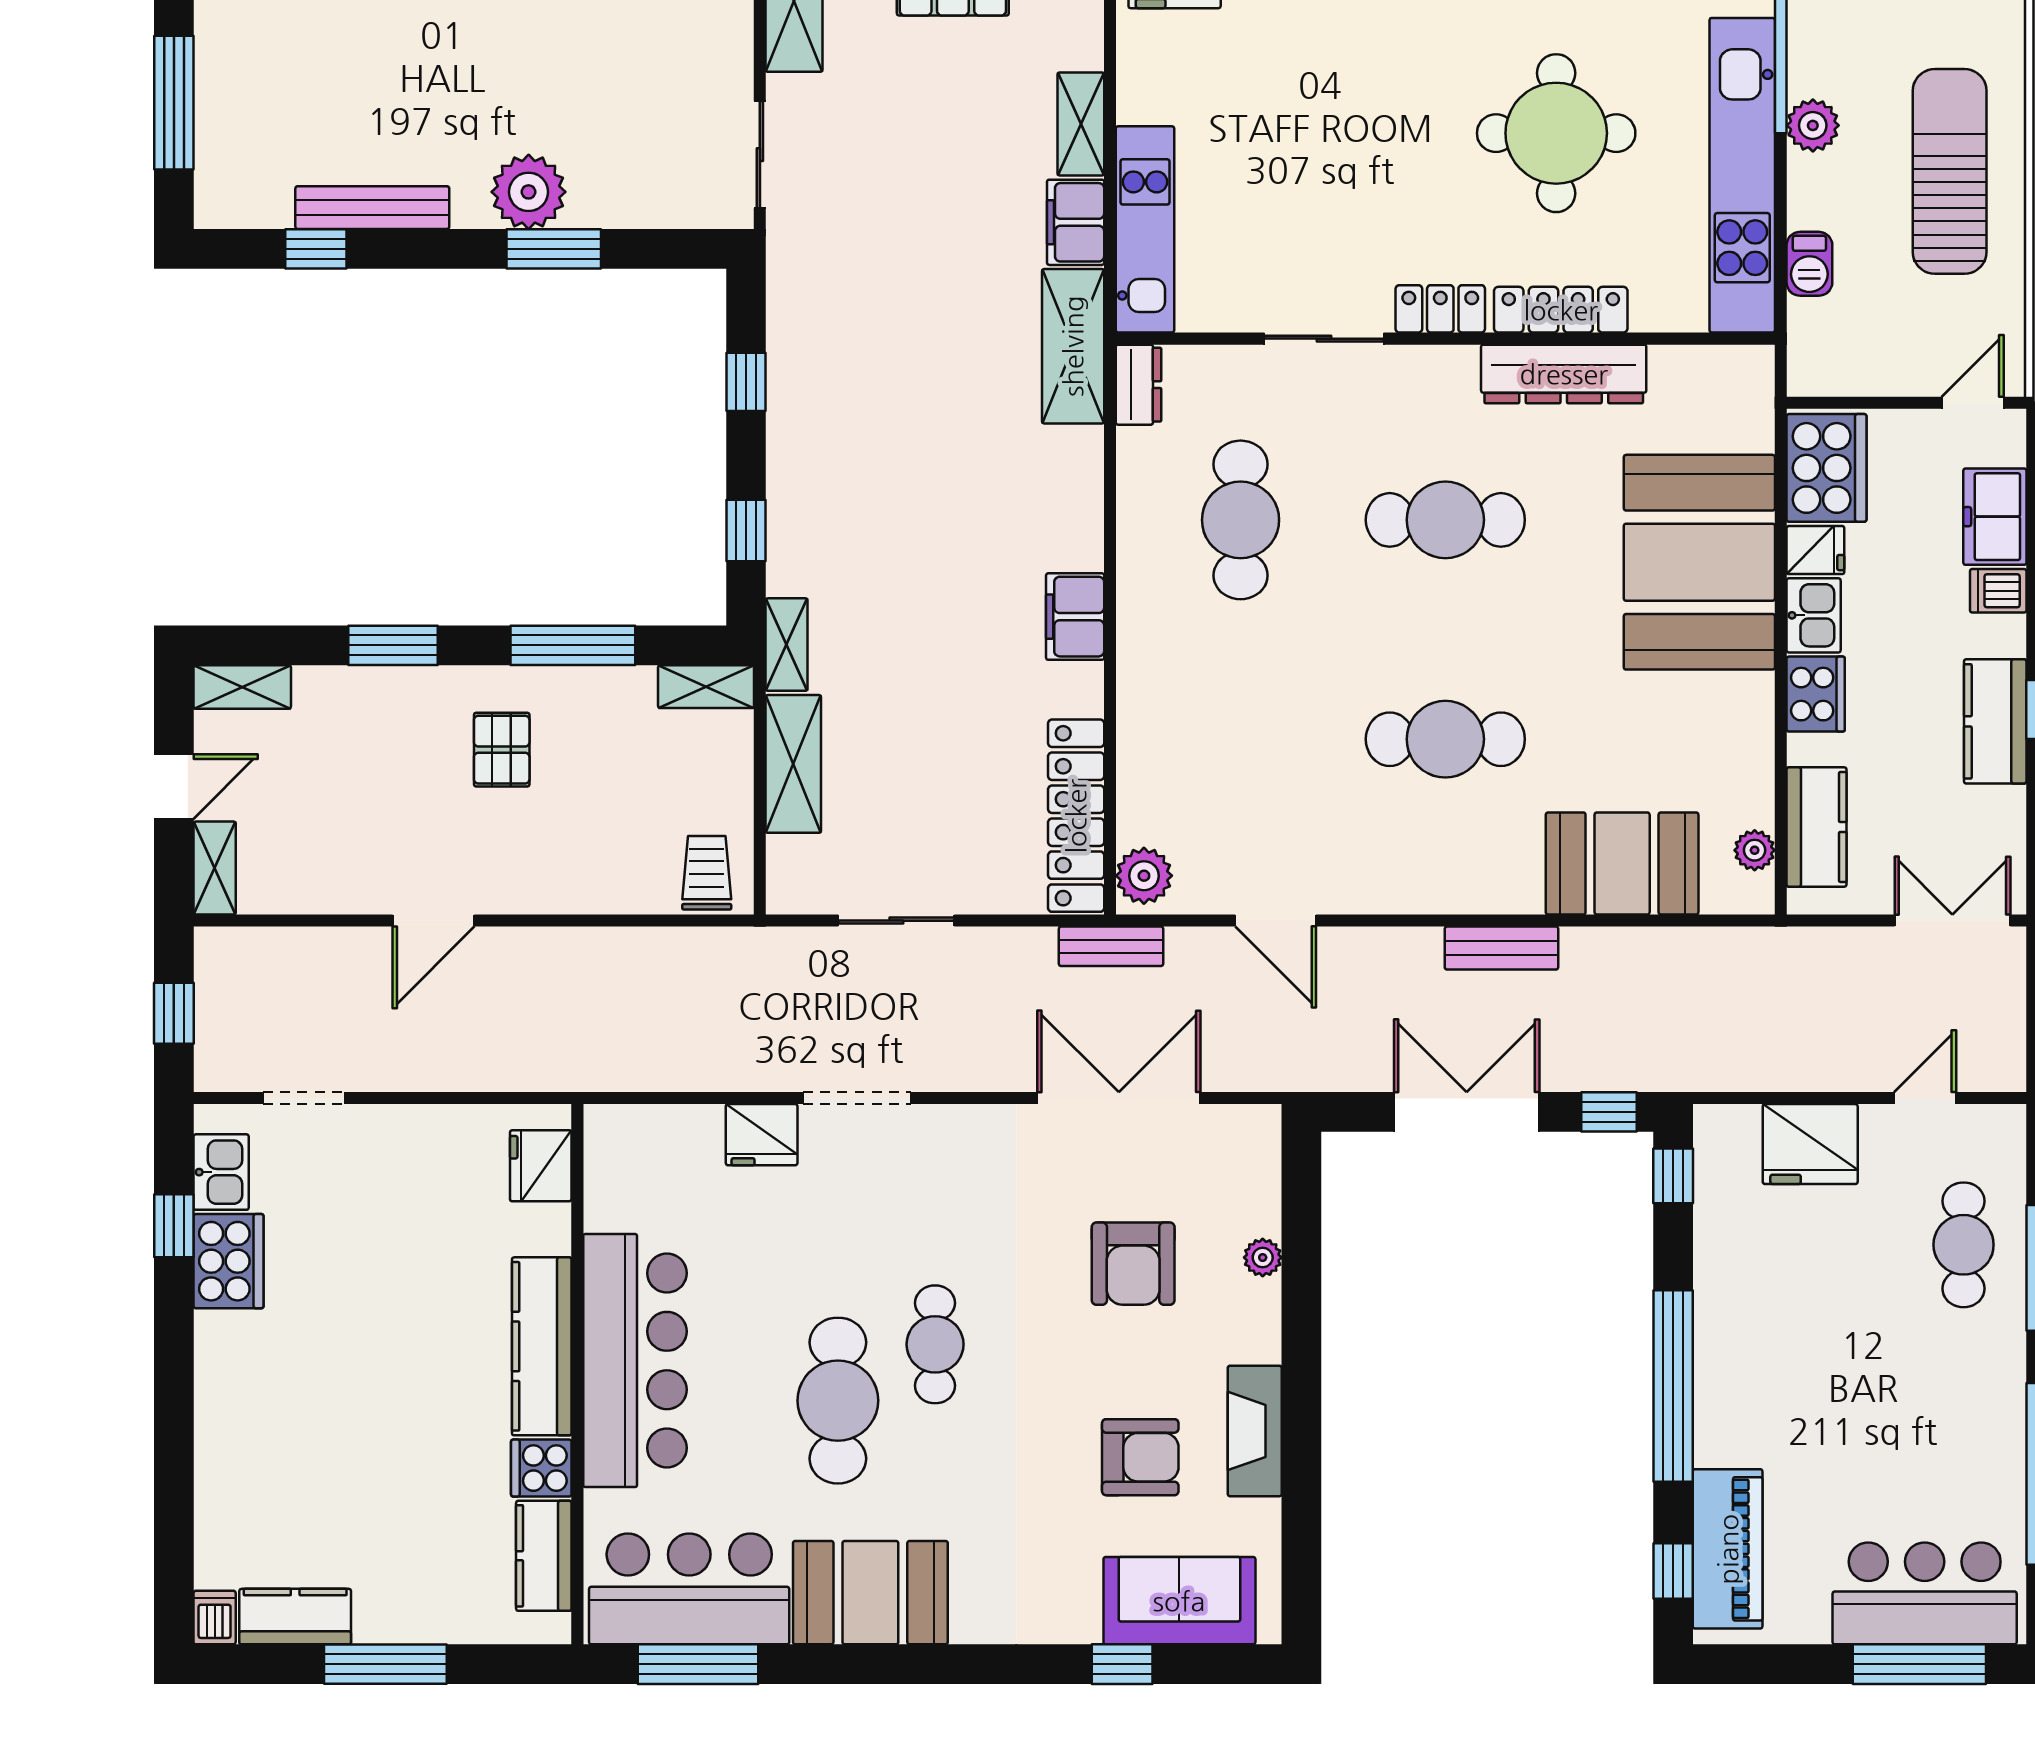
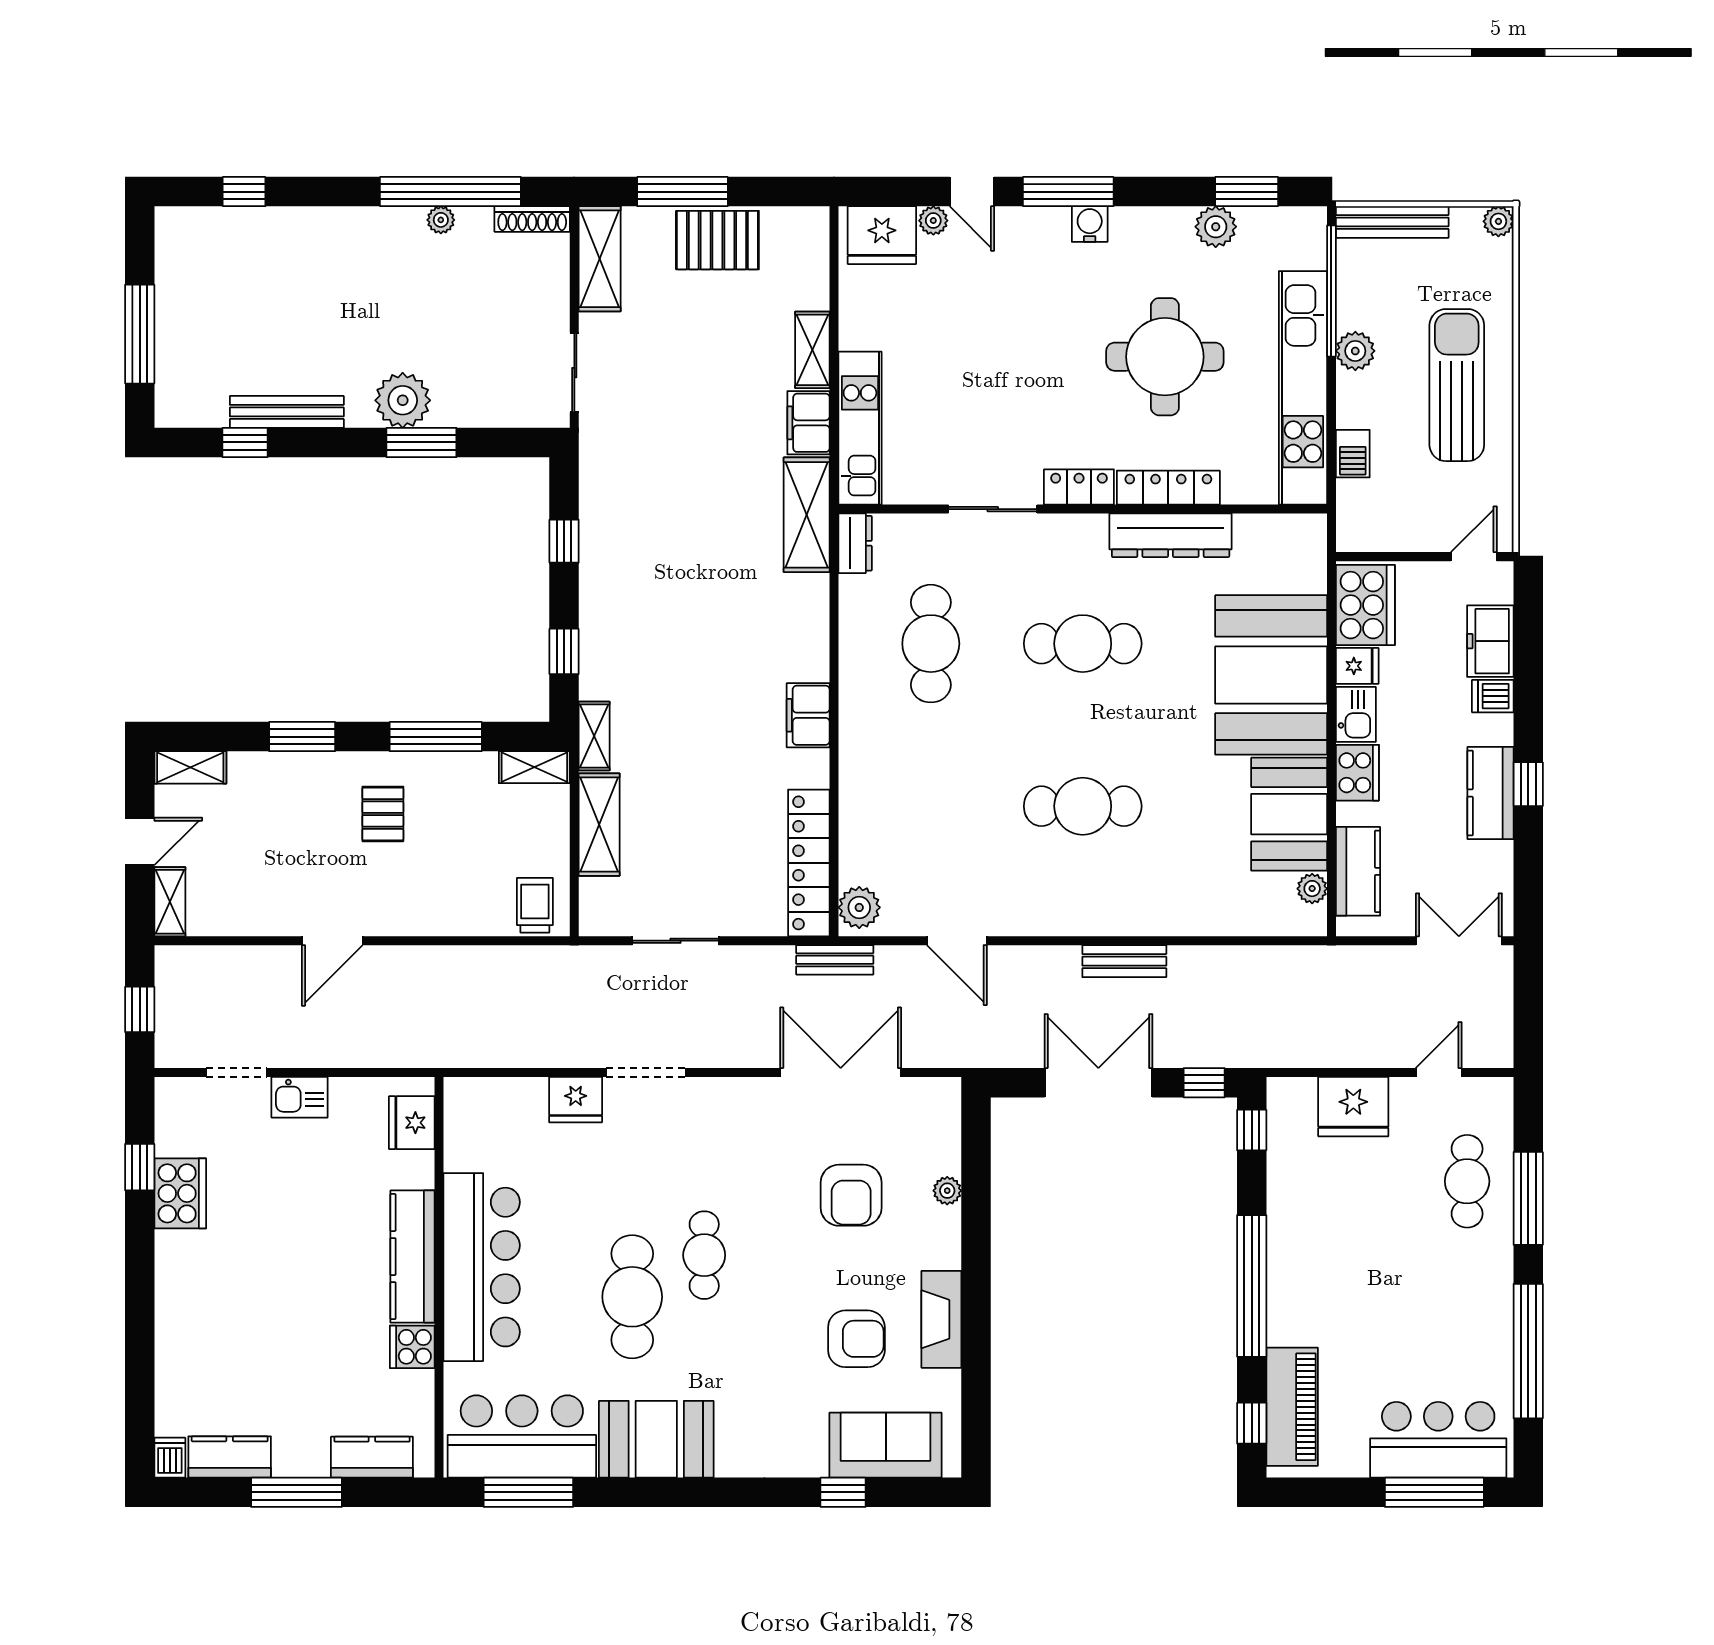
booth: (1622, 863) -> (1289, 814), moved, turned 90
kitchen sink: (221, 1172) -> (300, 1097), moved, turned 90
kitchen counter: (544, 1556) -> (372, 1457), moved, turned 90

